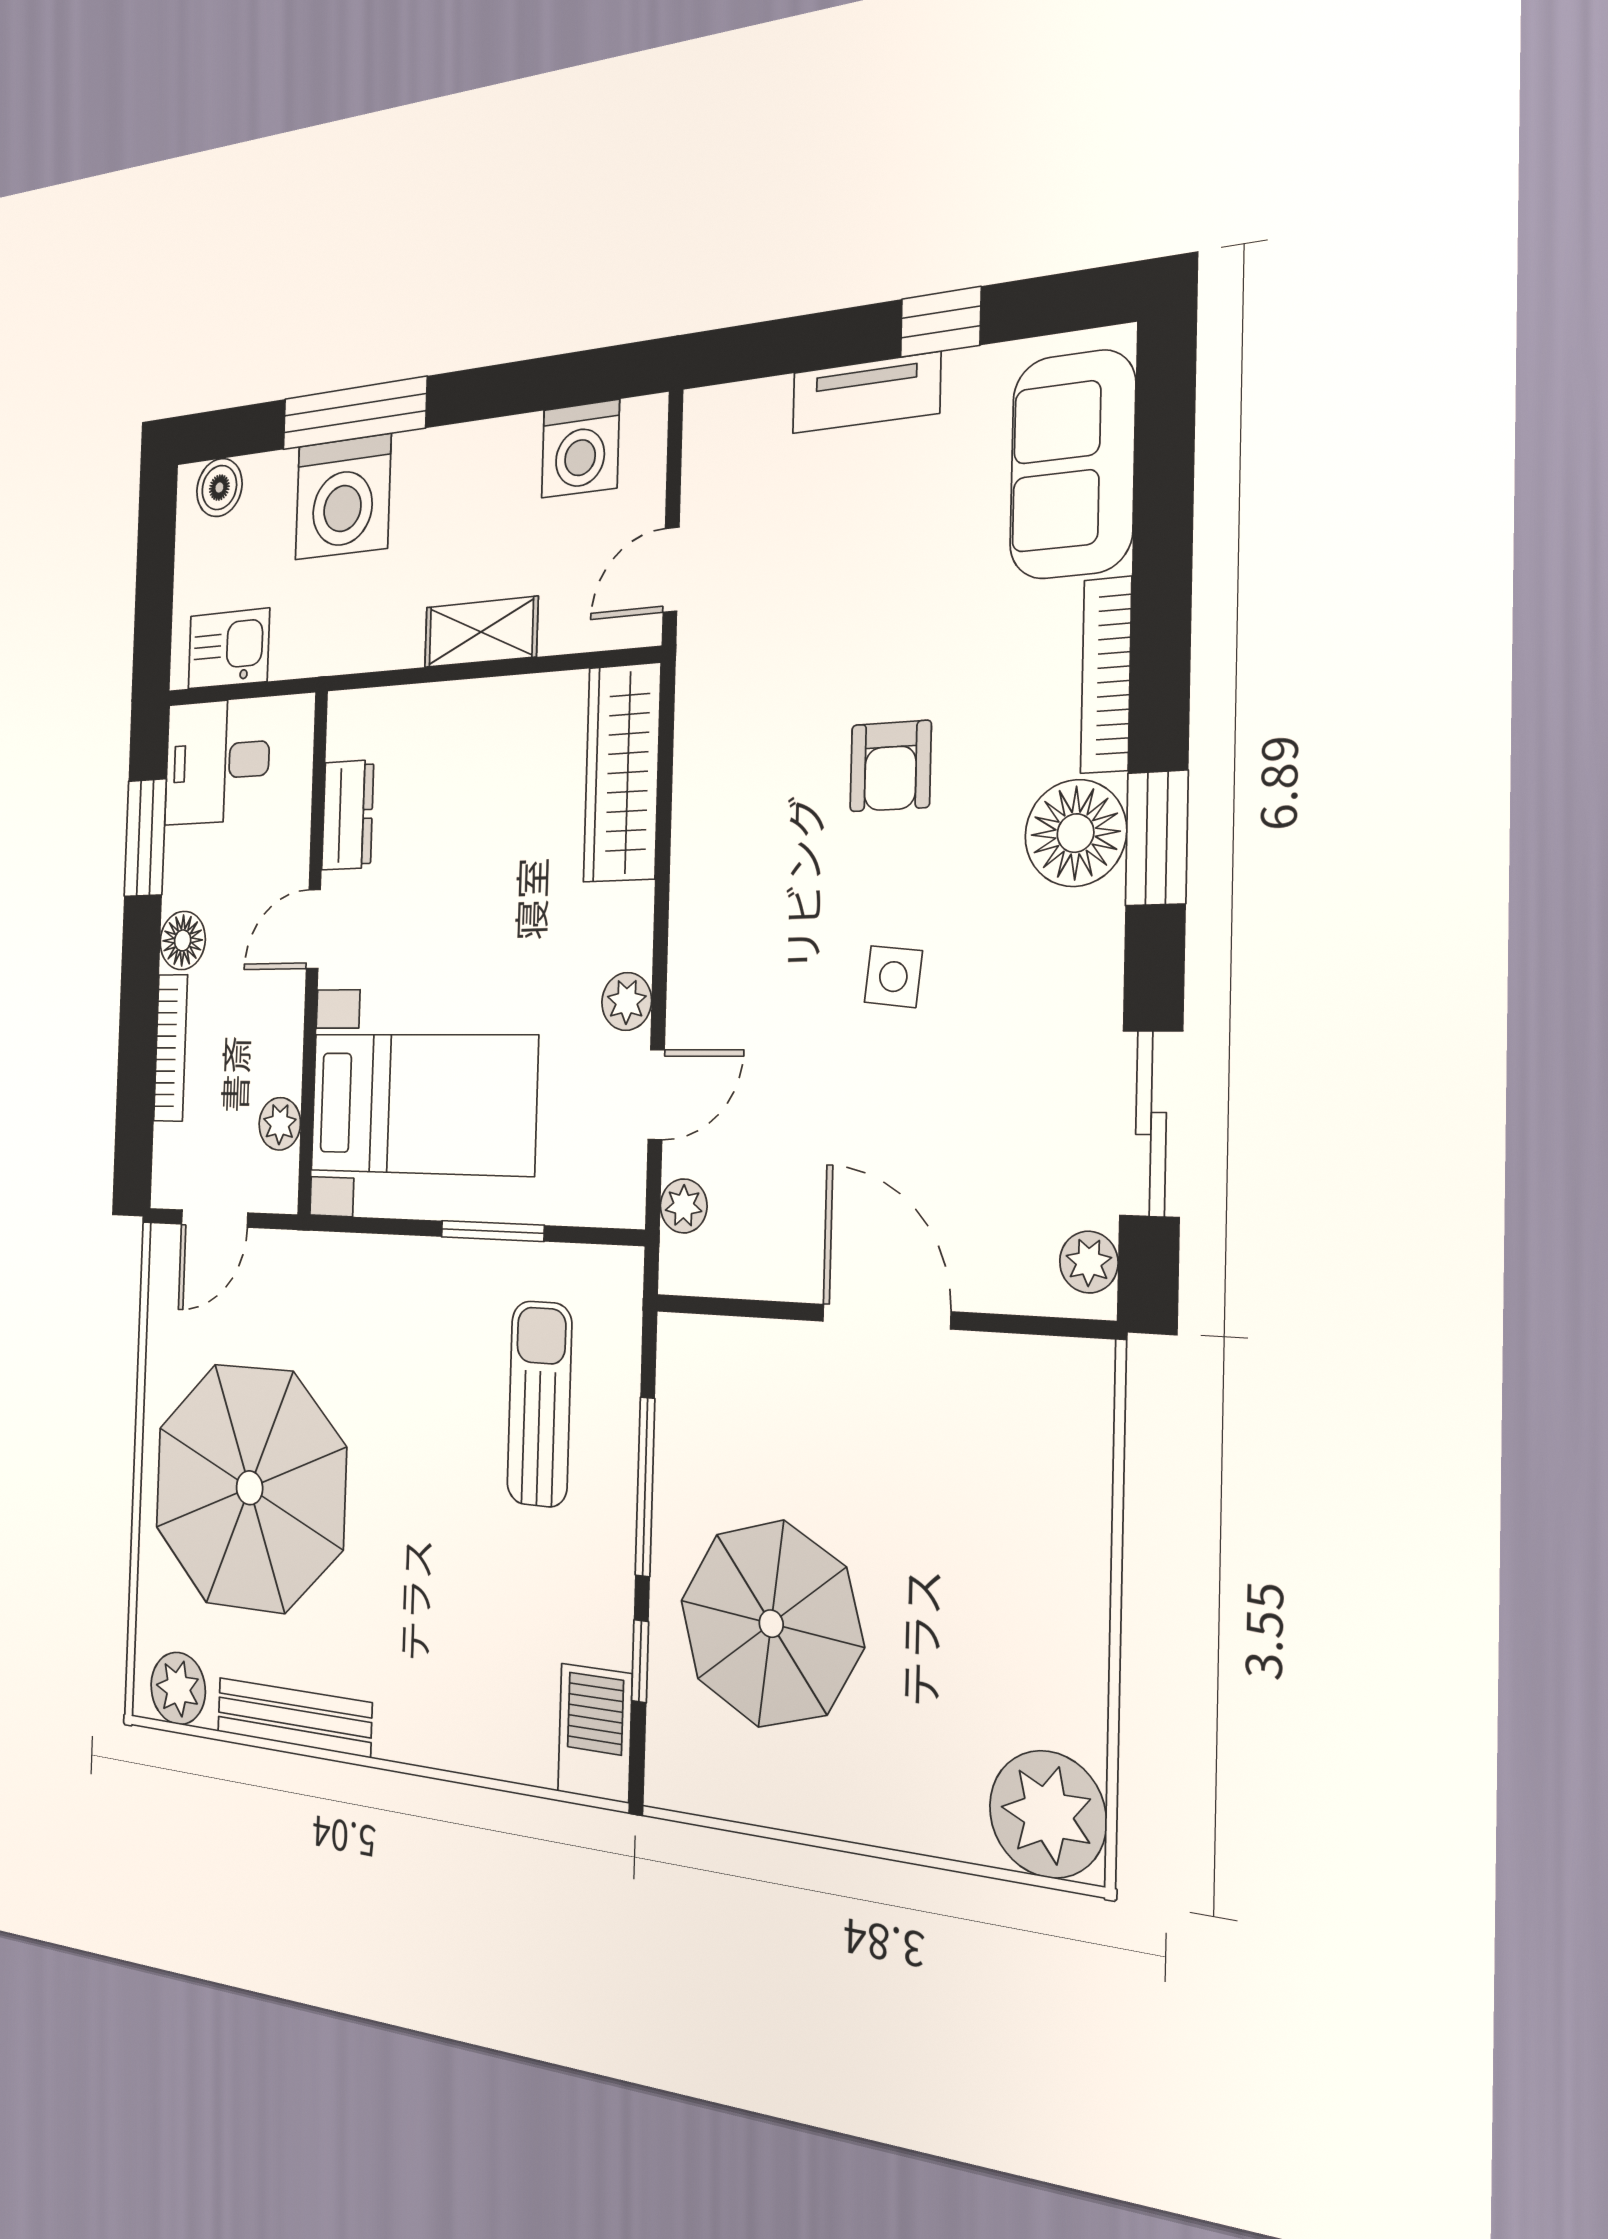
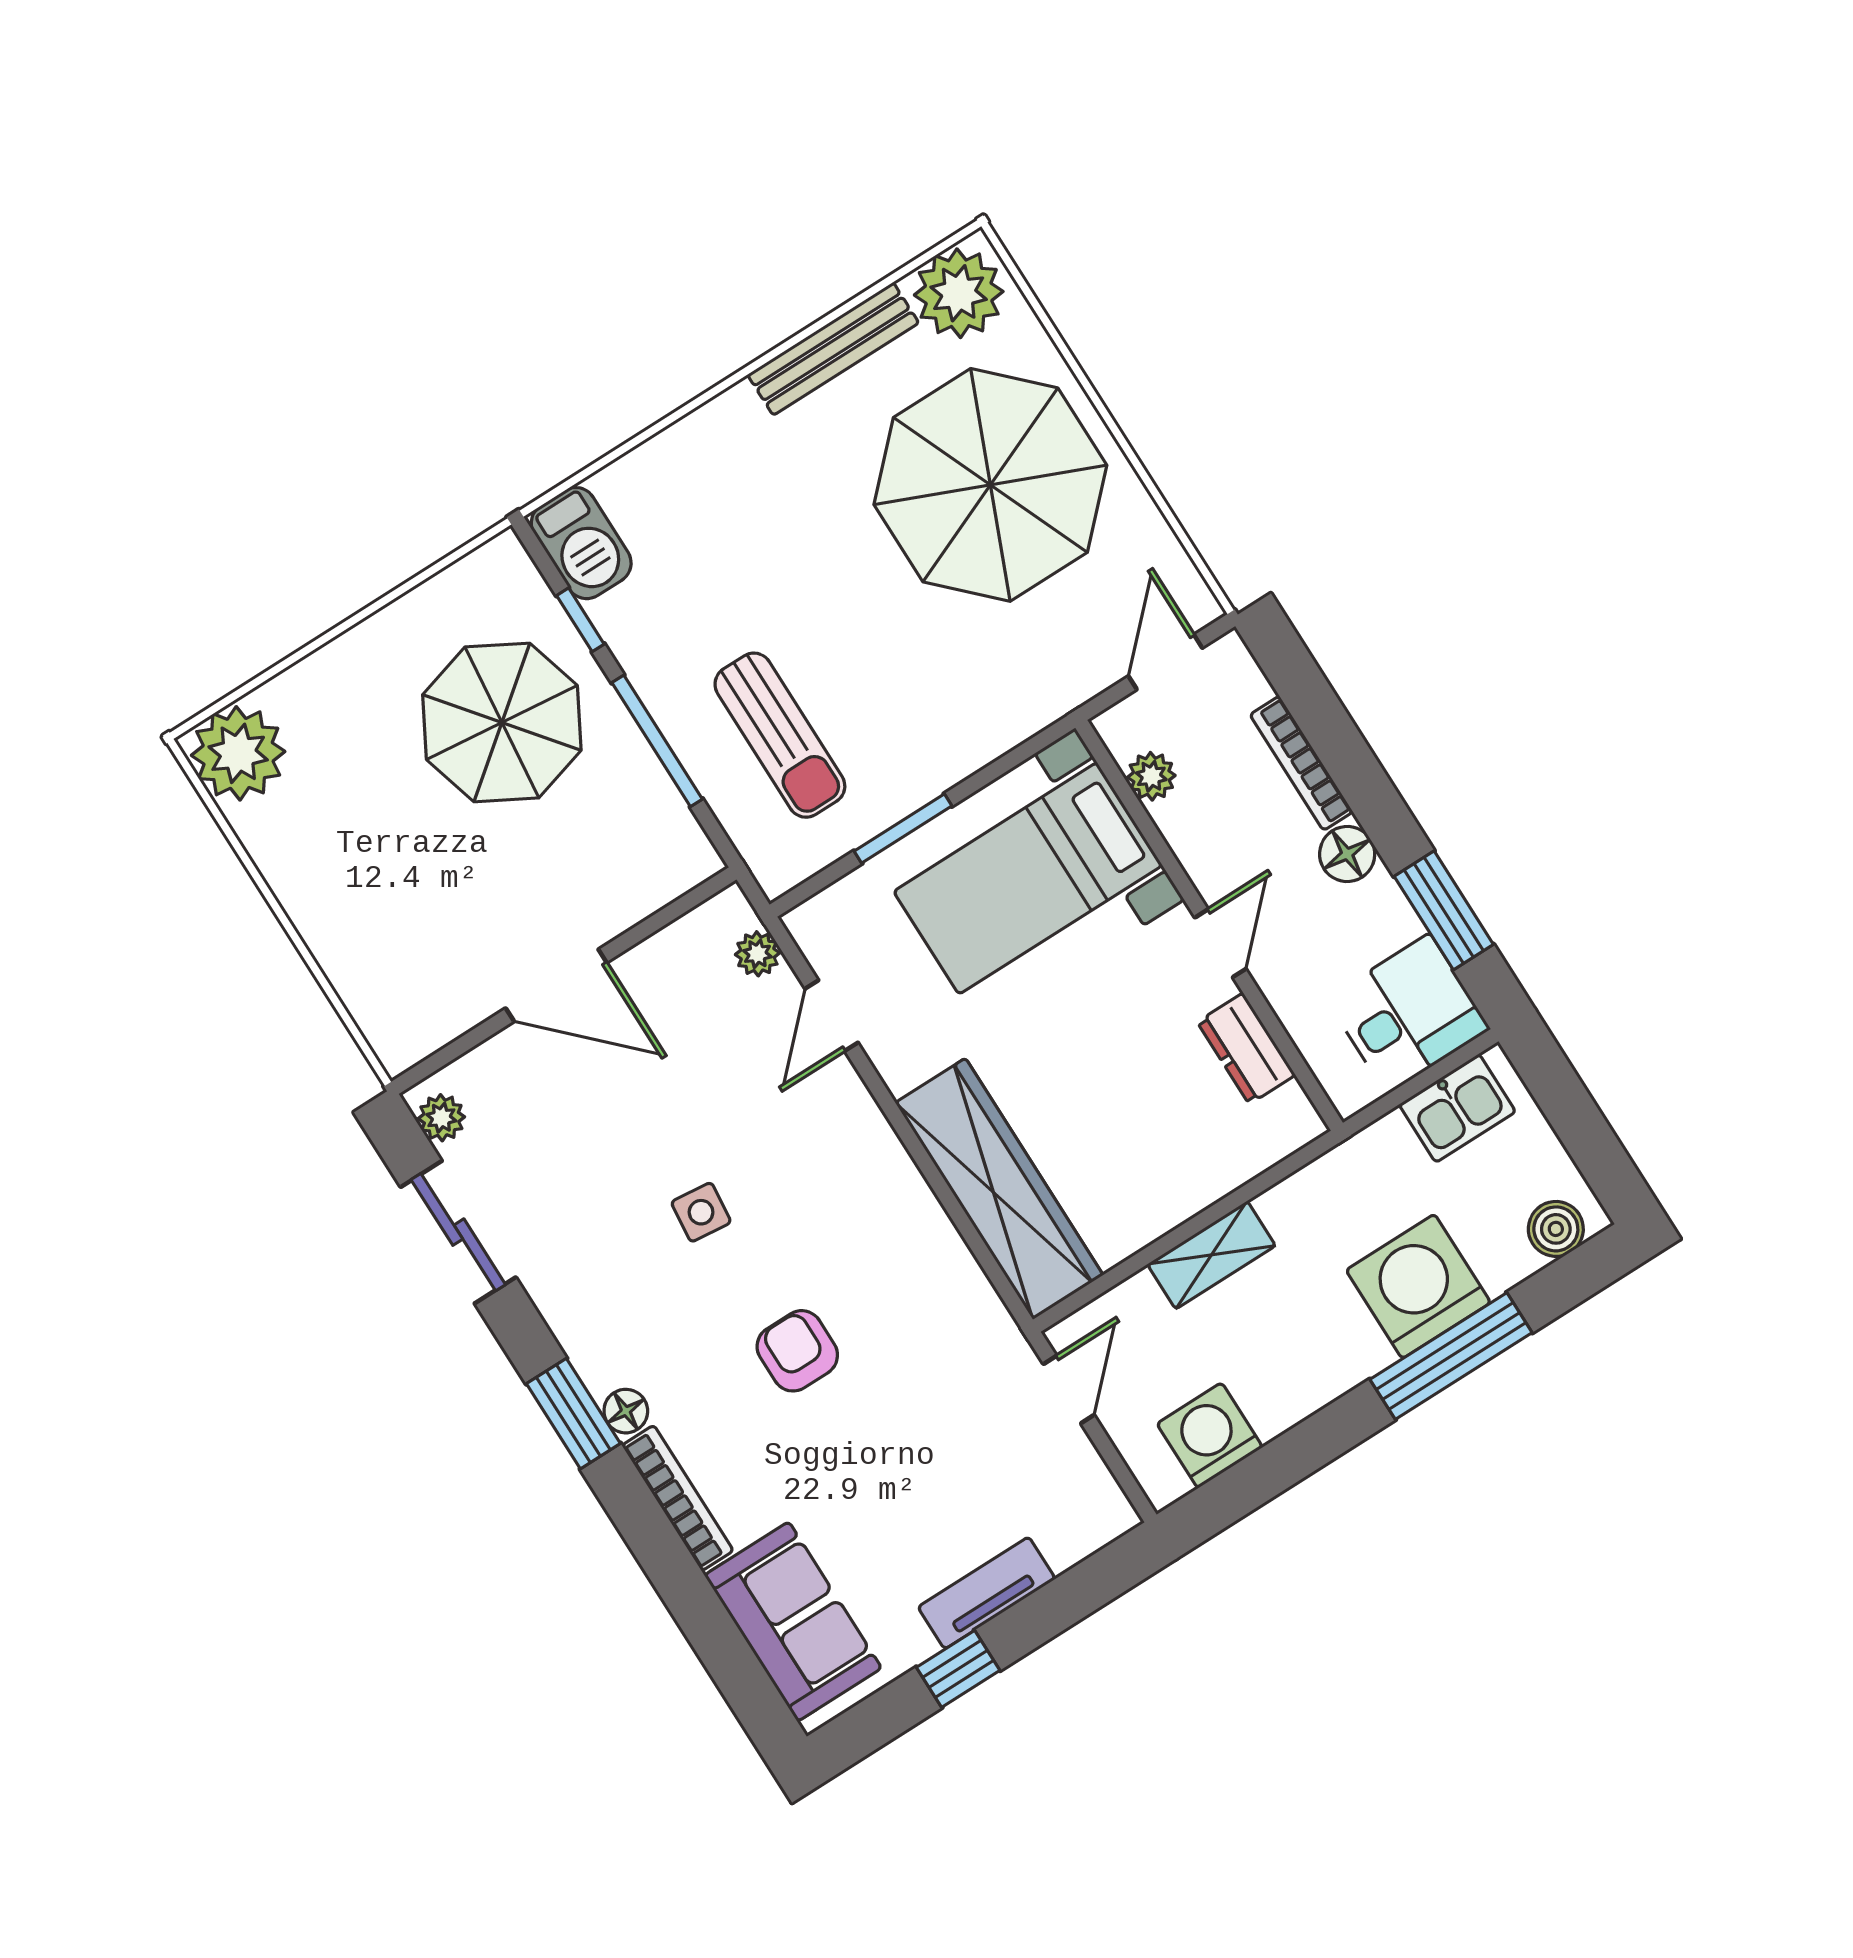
wardrobe: (622, 773) -> (999, 1189), width x1.40, depth x1.17
floor lamp: (1076, 833) -> (626, 1411), width x0.53, depth x0.53
plant: (627, 1001) -> (900, 1065), removed
plant: (178, 1688) -> (959, 293), width x1.36, depth x1.36

